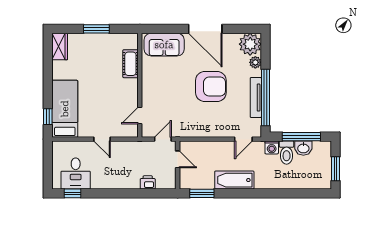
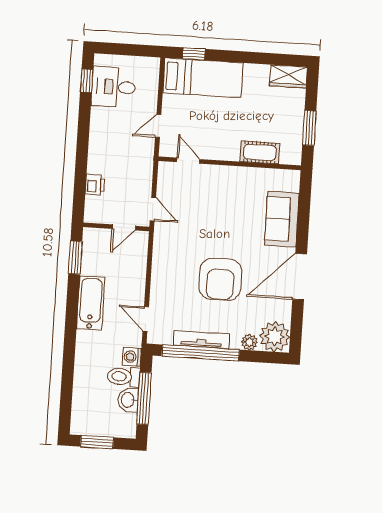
cot: (130, 64) -> (260, 152), moved
wall: (140, 85) -> (230, 163), moved
door: (140, 116) -> (188, 161), moved

